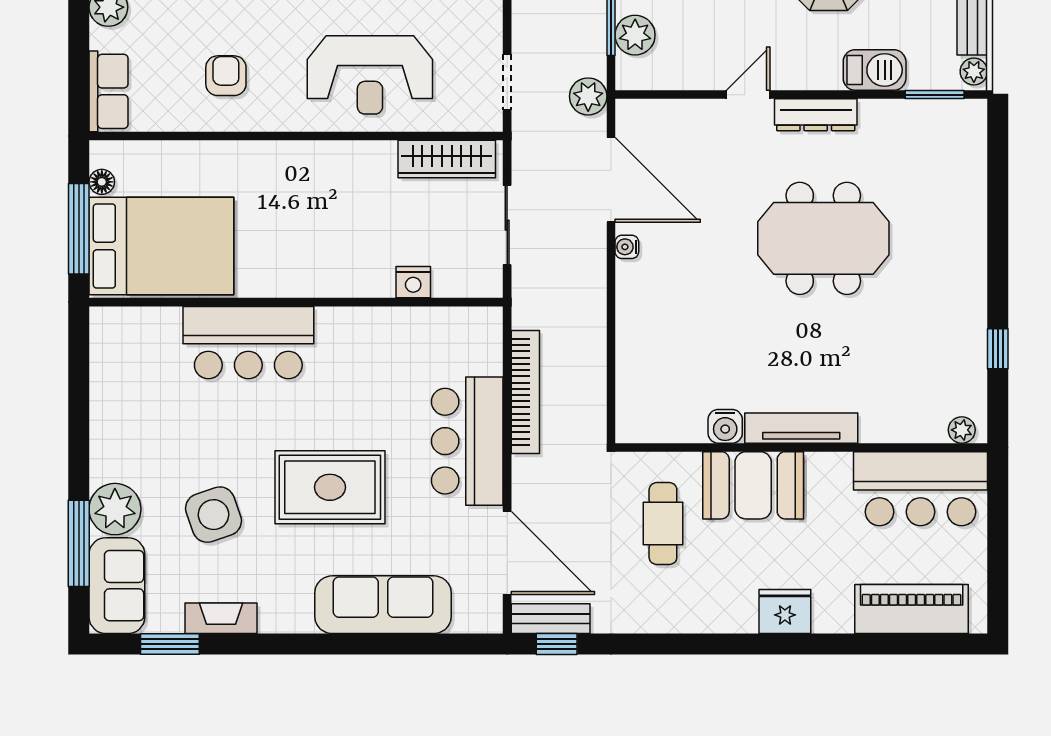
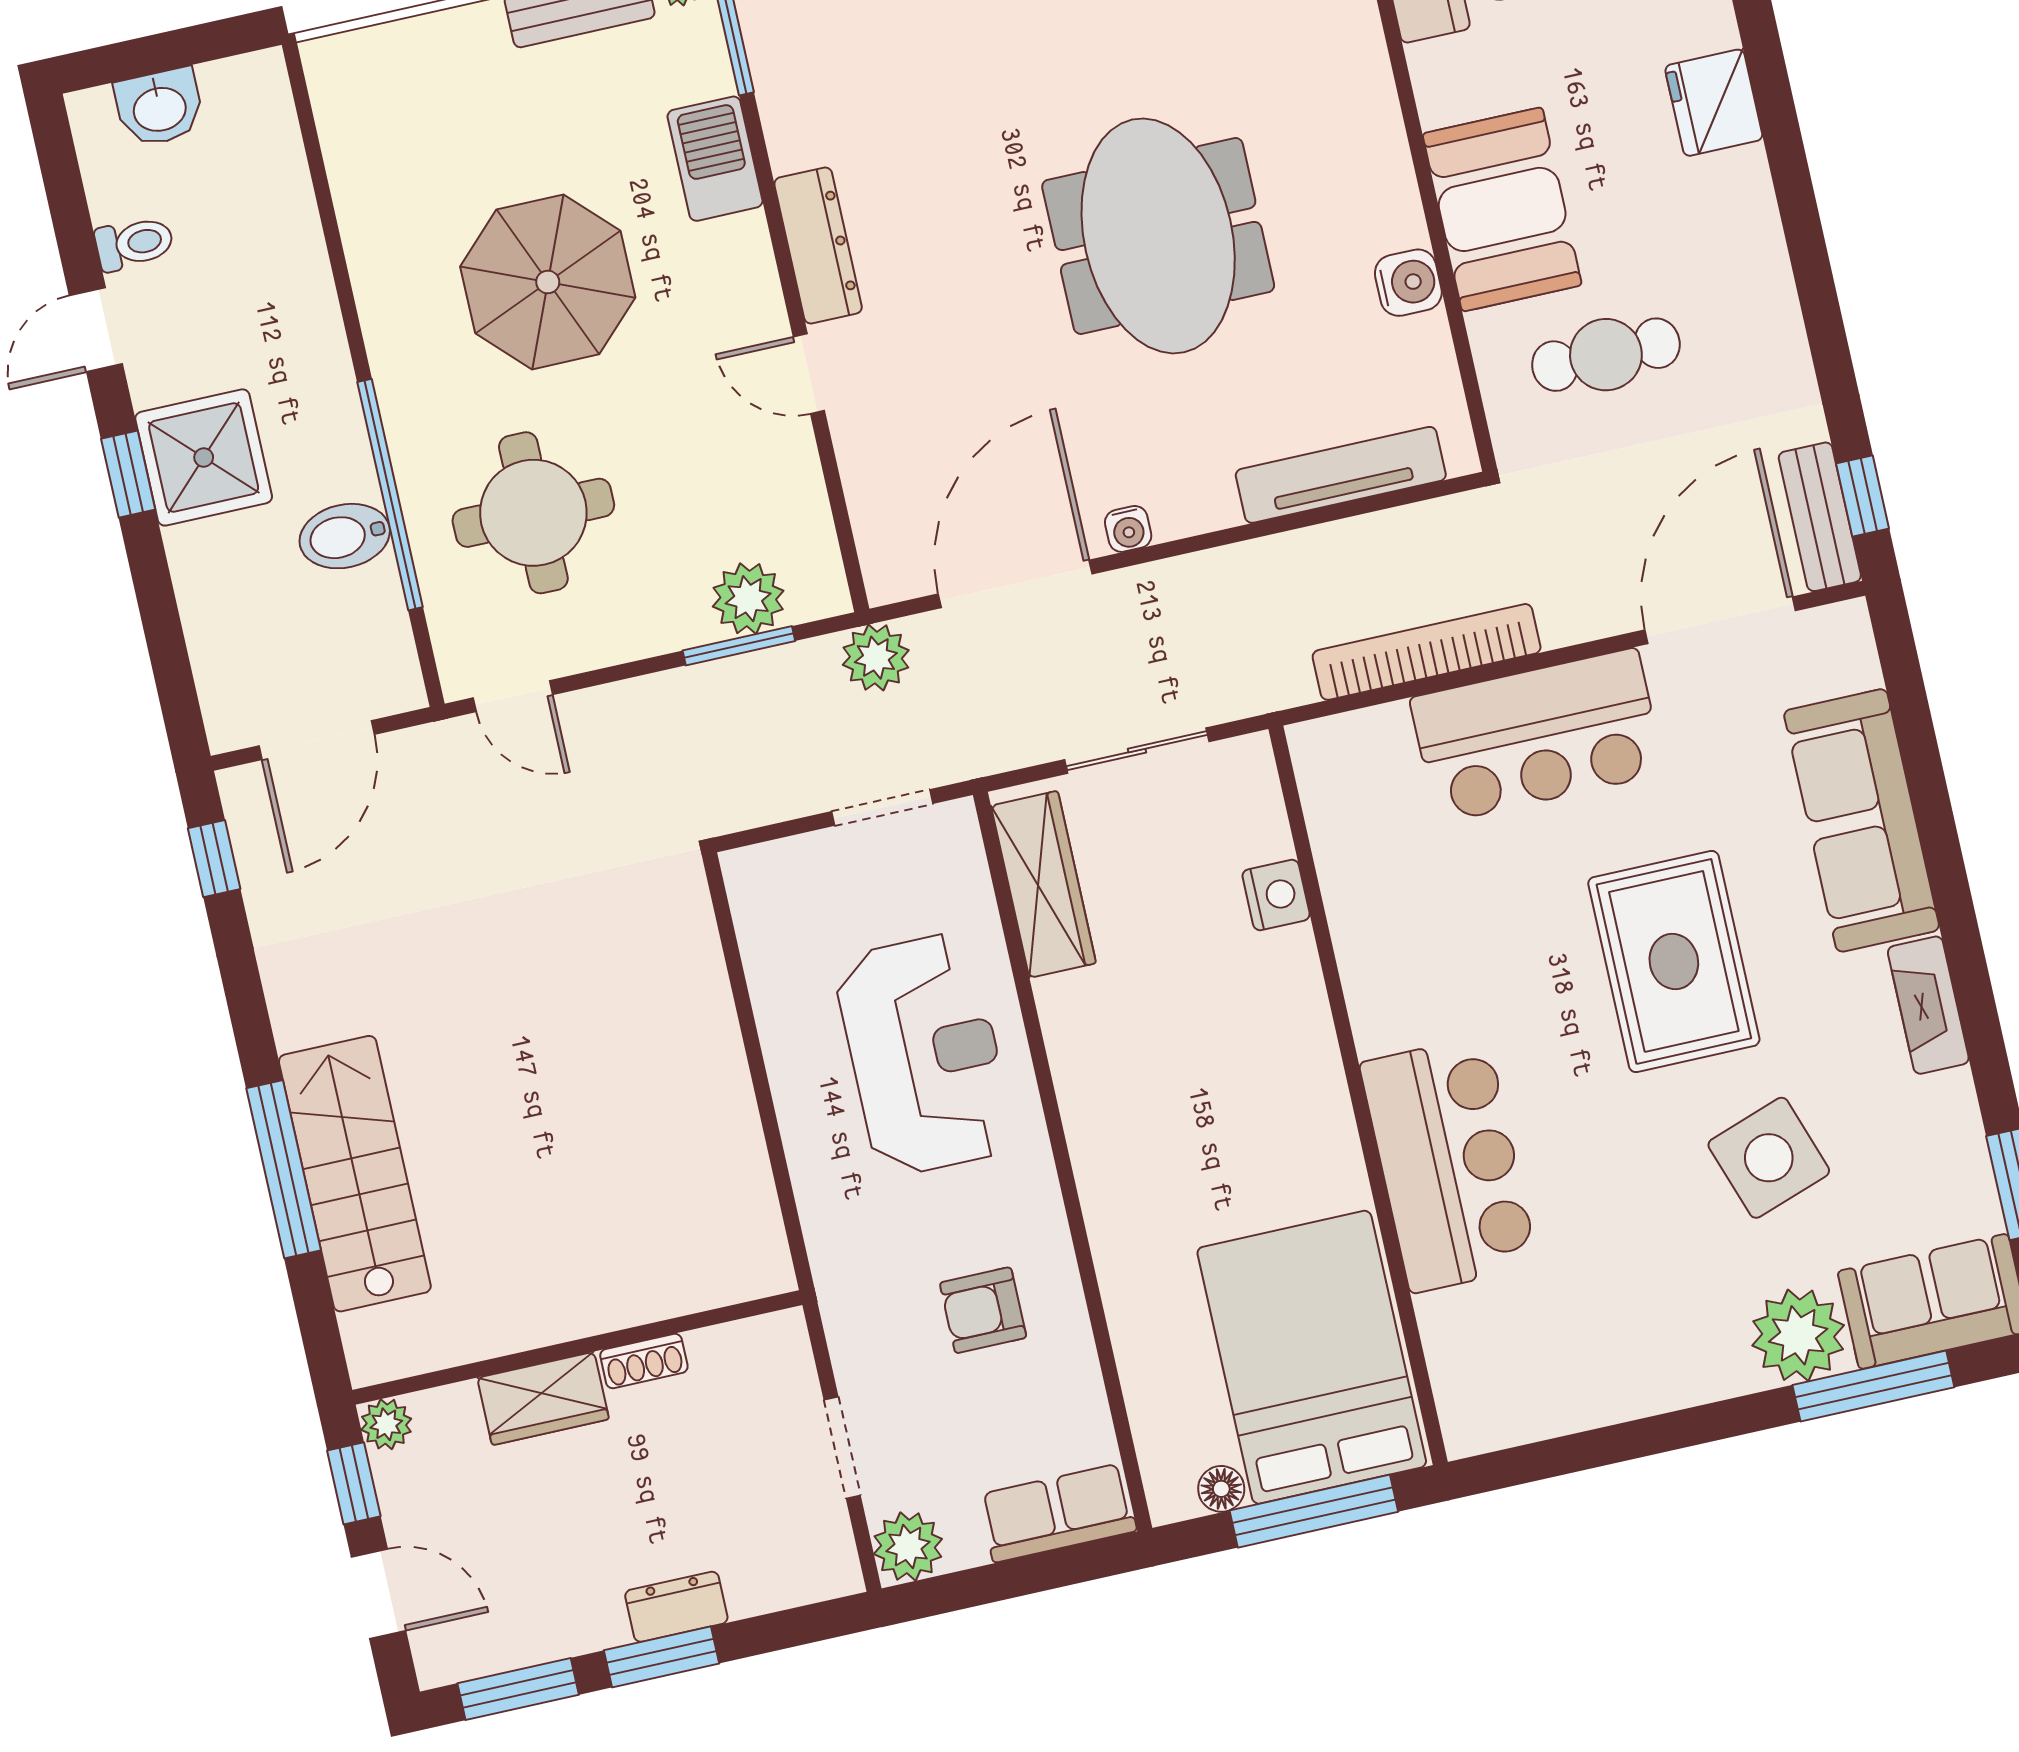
meeting table: (823, 238) -> (1158, 236), moved
tv unit: (801, 428) -> (1341, 475), moved, turned 90
fireplace: (221, 618) -> (1928, 1005), moved

